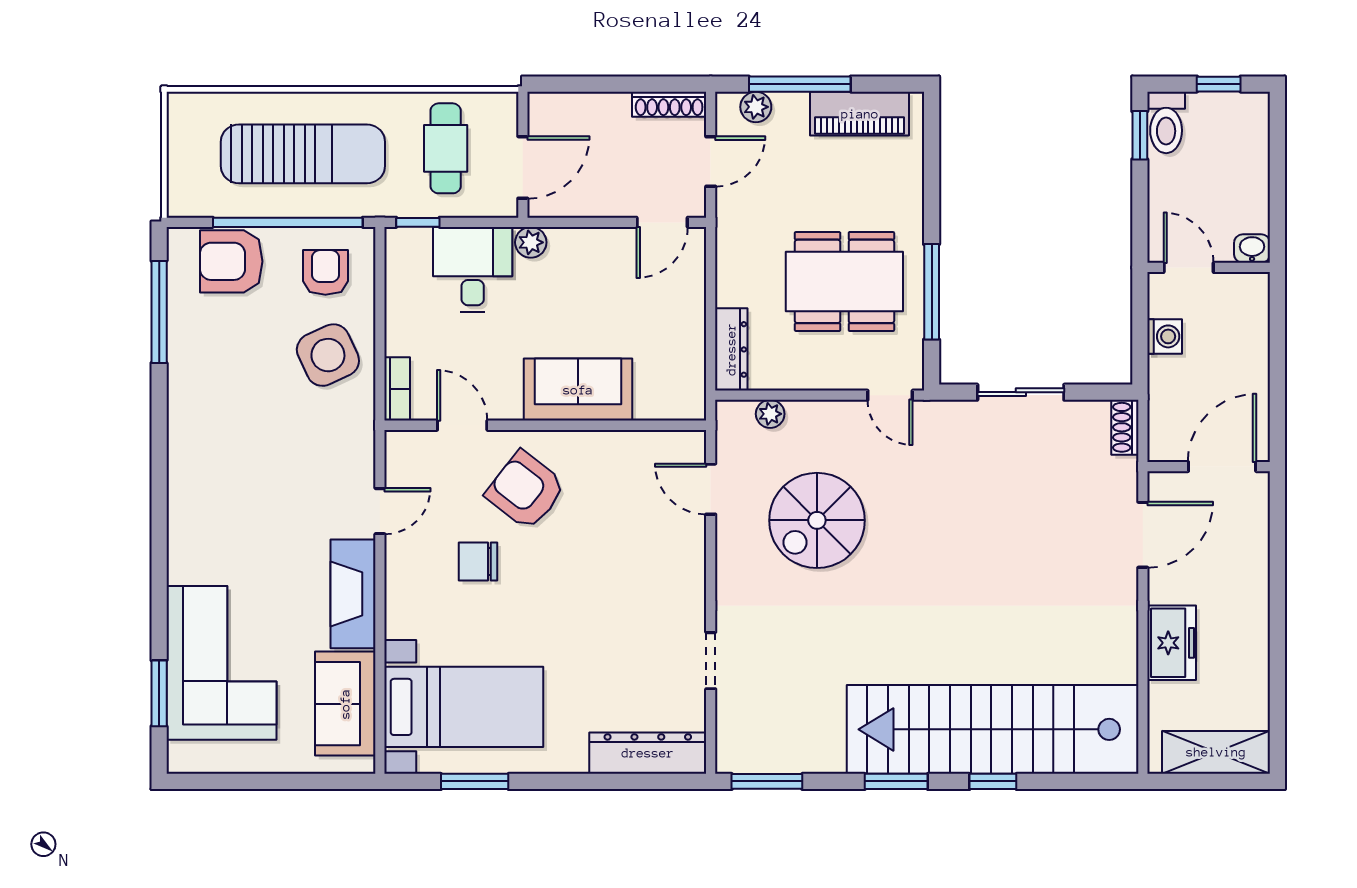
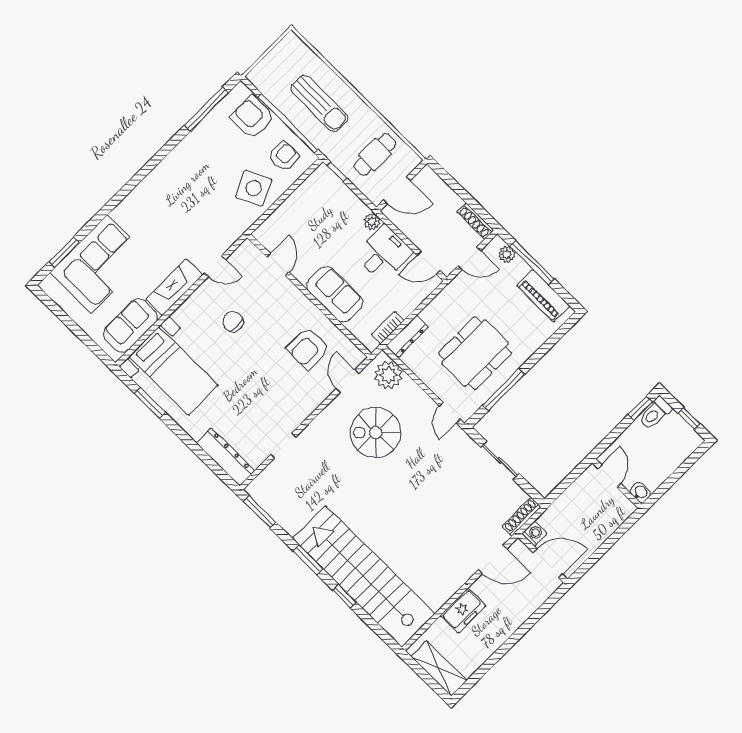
sun lounger: (303, 154) -> (319, 103), width x0.73, depth x0.75
desk: (473, 270) -> (384, 253), moved
dining table: (844, 281) -> (475, 353), turned 90
washing machine: (1165, 336) -> (534, 534), moved, turned -90
bookcase: (397, 389) -> (388, 328), moved, turned 180
plant: (770, 414) -> (388, 375), width x1.87, depth x1.87
shoe rack: (1125, 427) -> (521, 517), width x1.43
armchair: (526, 490) -> (308, 348), moved, turned -128

